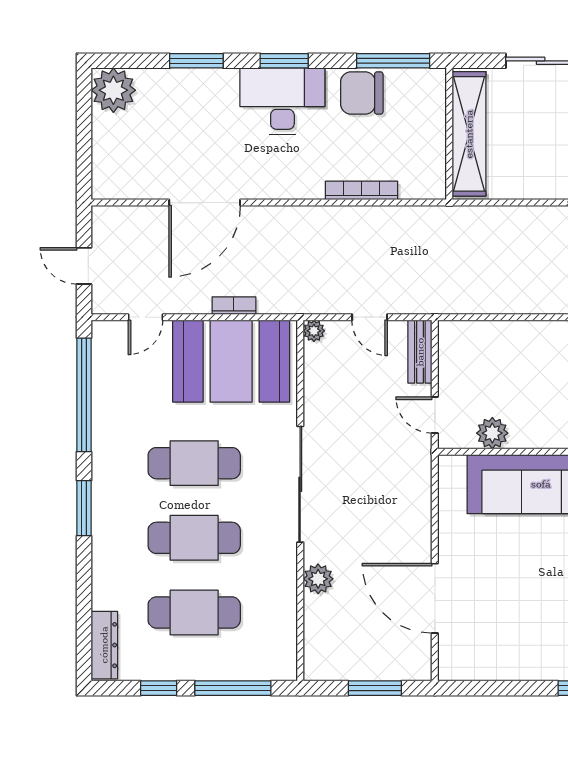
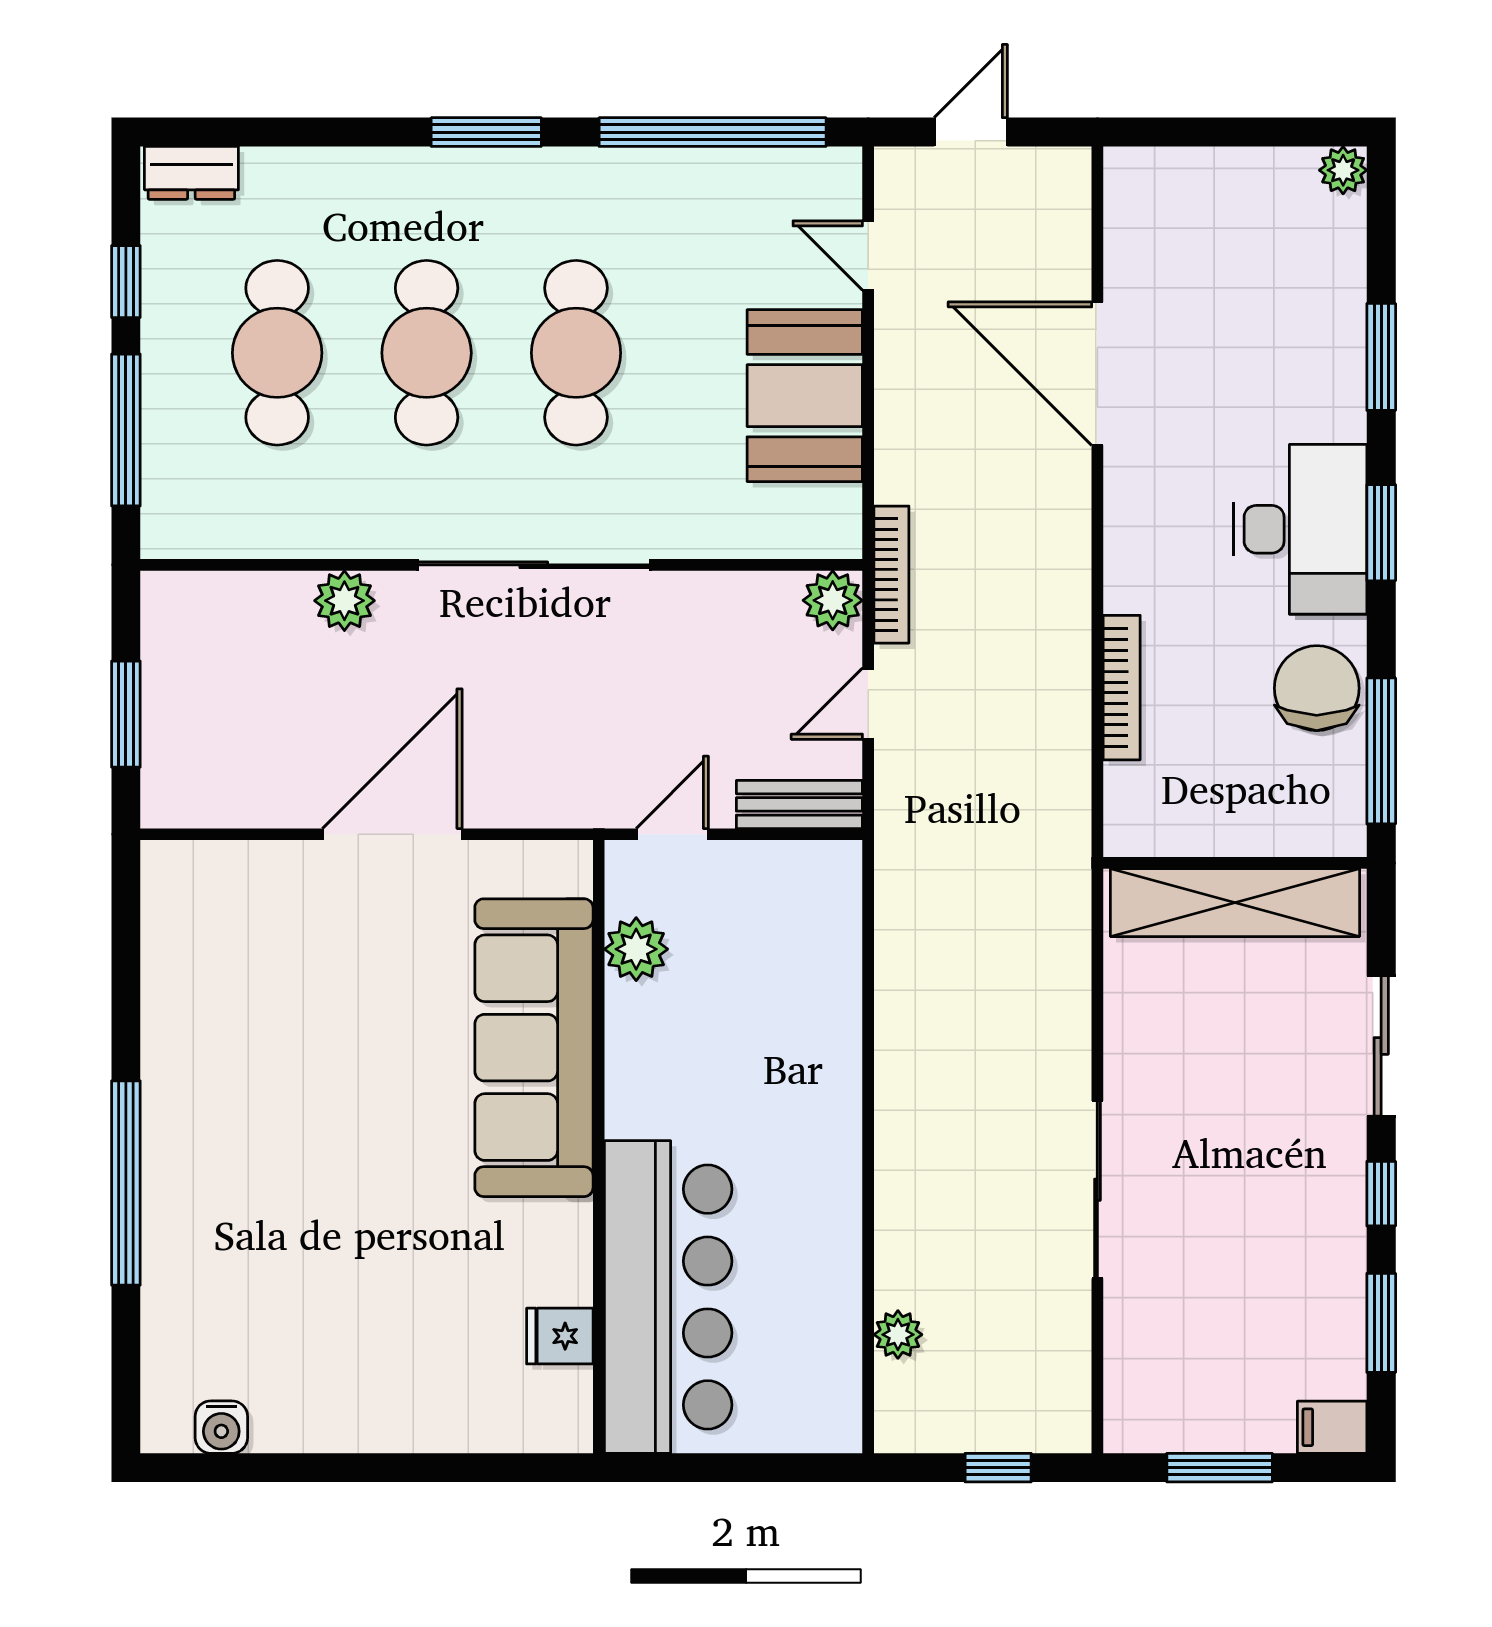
plant: (113, 90) -> (1343, 170), width x0.53, depth x0.53
bookcase: (234, 306) -> (891, 575), moved, width x1.56
plant: (314, 331) -> (833, 600), width x1.38, depth x1.38
booth: (231, 361) -> (805, 396), width x0.73, depth x0.70
door: (435, 598) -> (392, 834), moved
dresser: (104, 645) -> (191, 173), width x0.70

